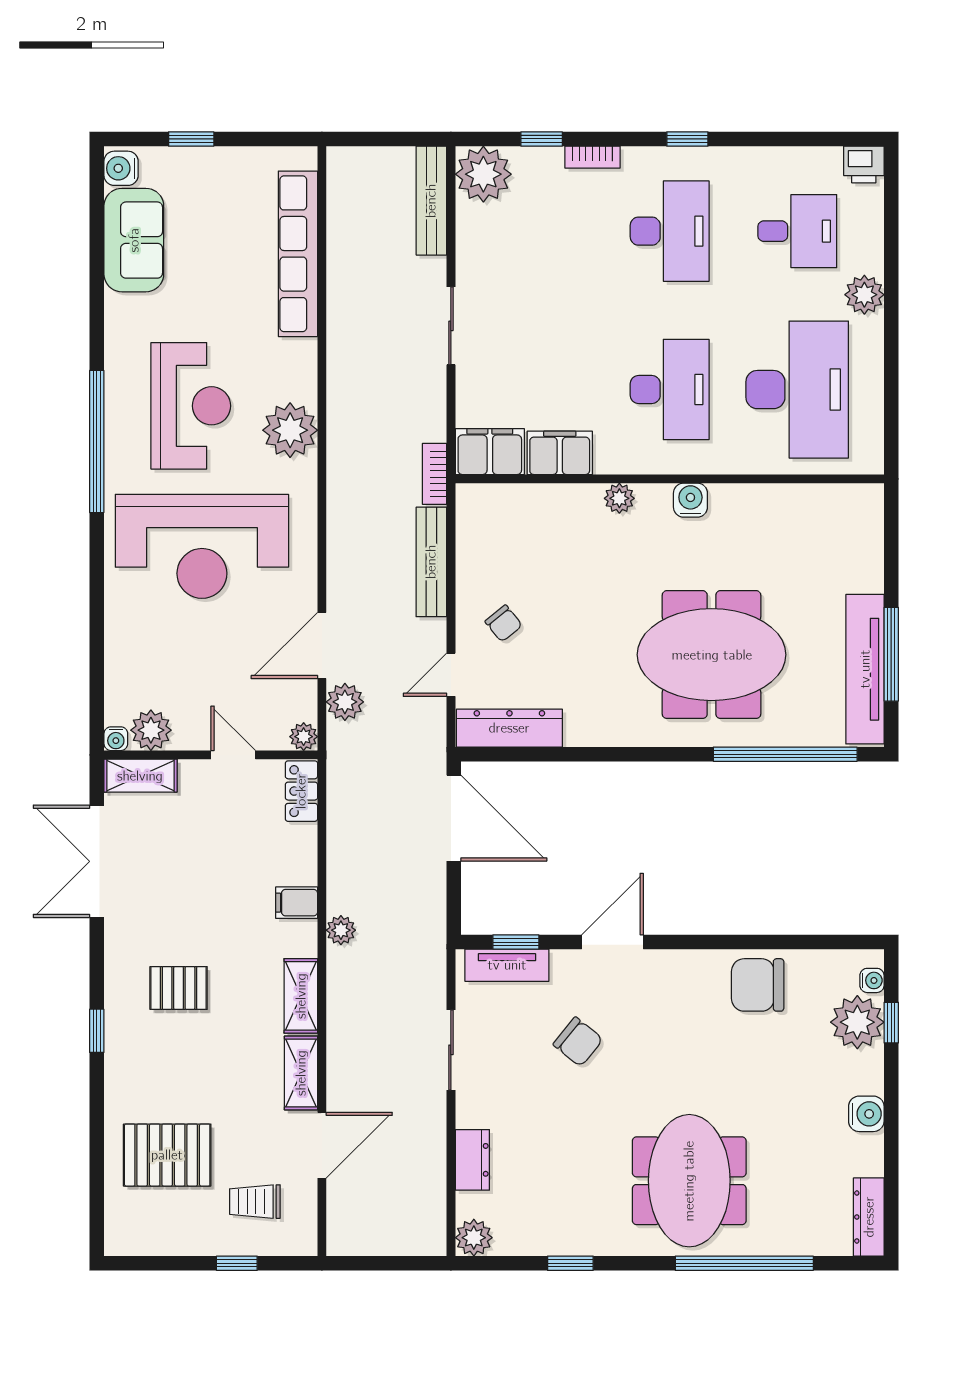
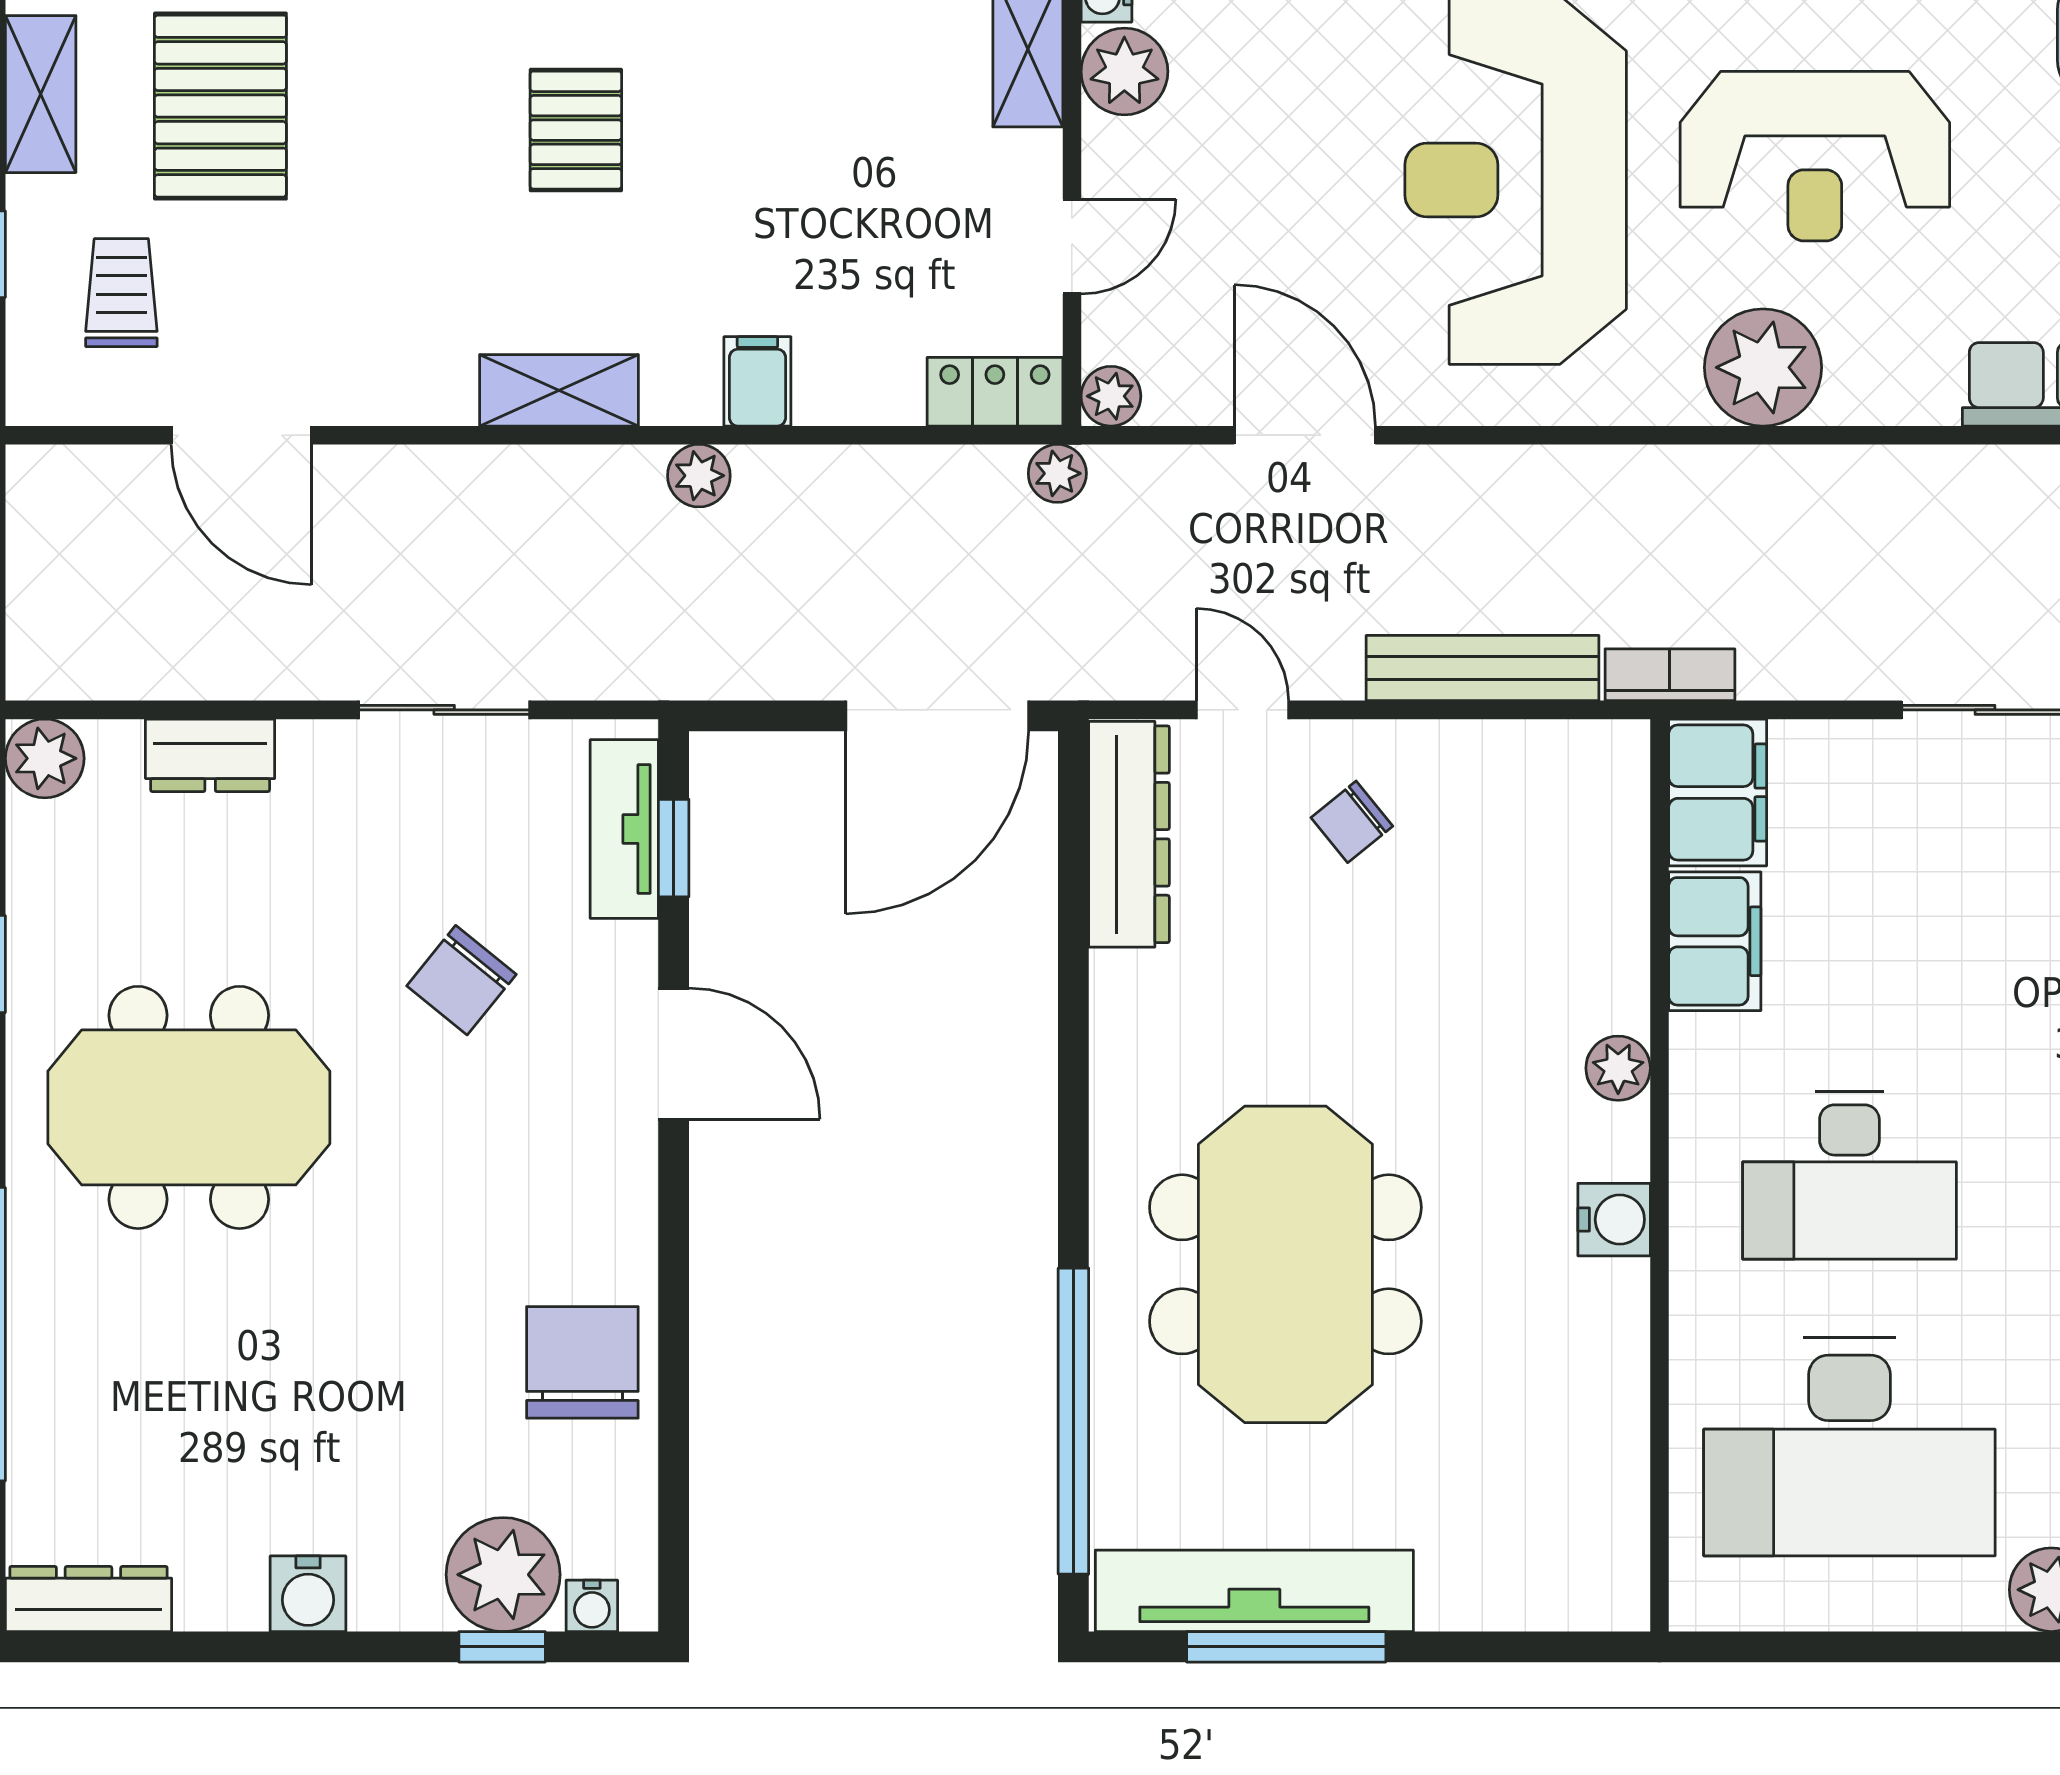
plant: (345, 702) -> (1057, 473), moved, width x0.73, depth x0.73
shelving: (301, 1073) -> (41, 94), moved, turned 90
meeting table: (689, 1181) -> (189, 1107), moved

